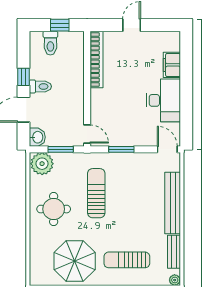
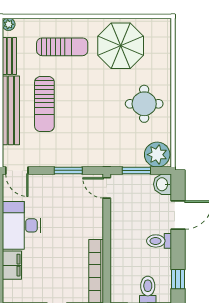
window: (23, 77) -> (178, 279), moved
sun lounger: (96, 193) -> (44, 104), moved

